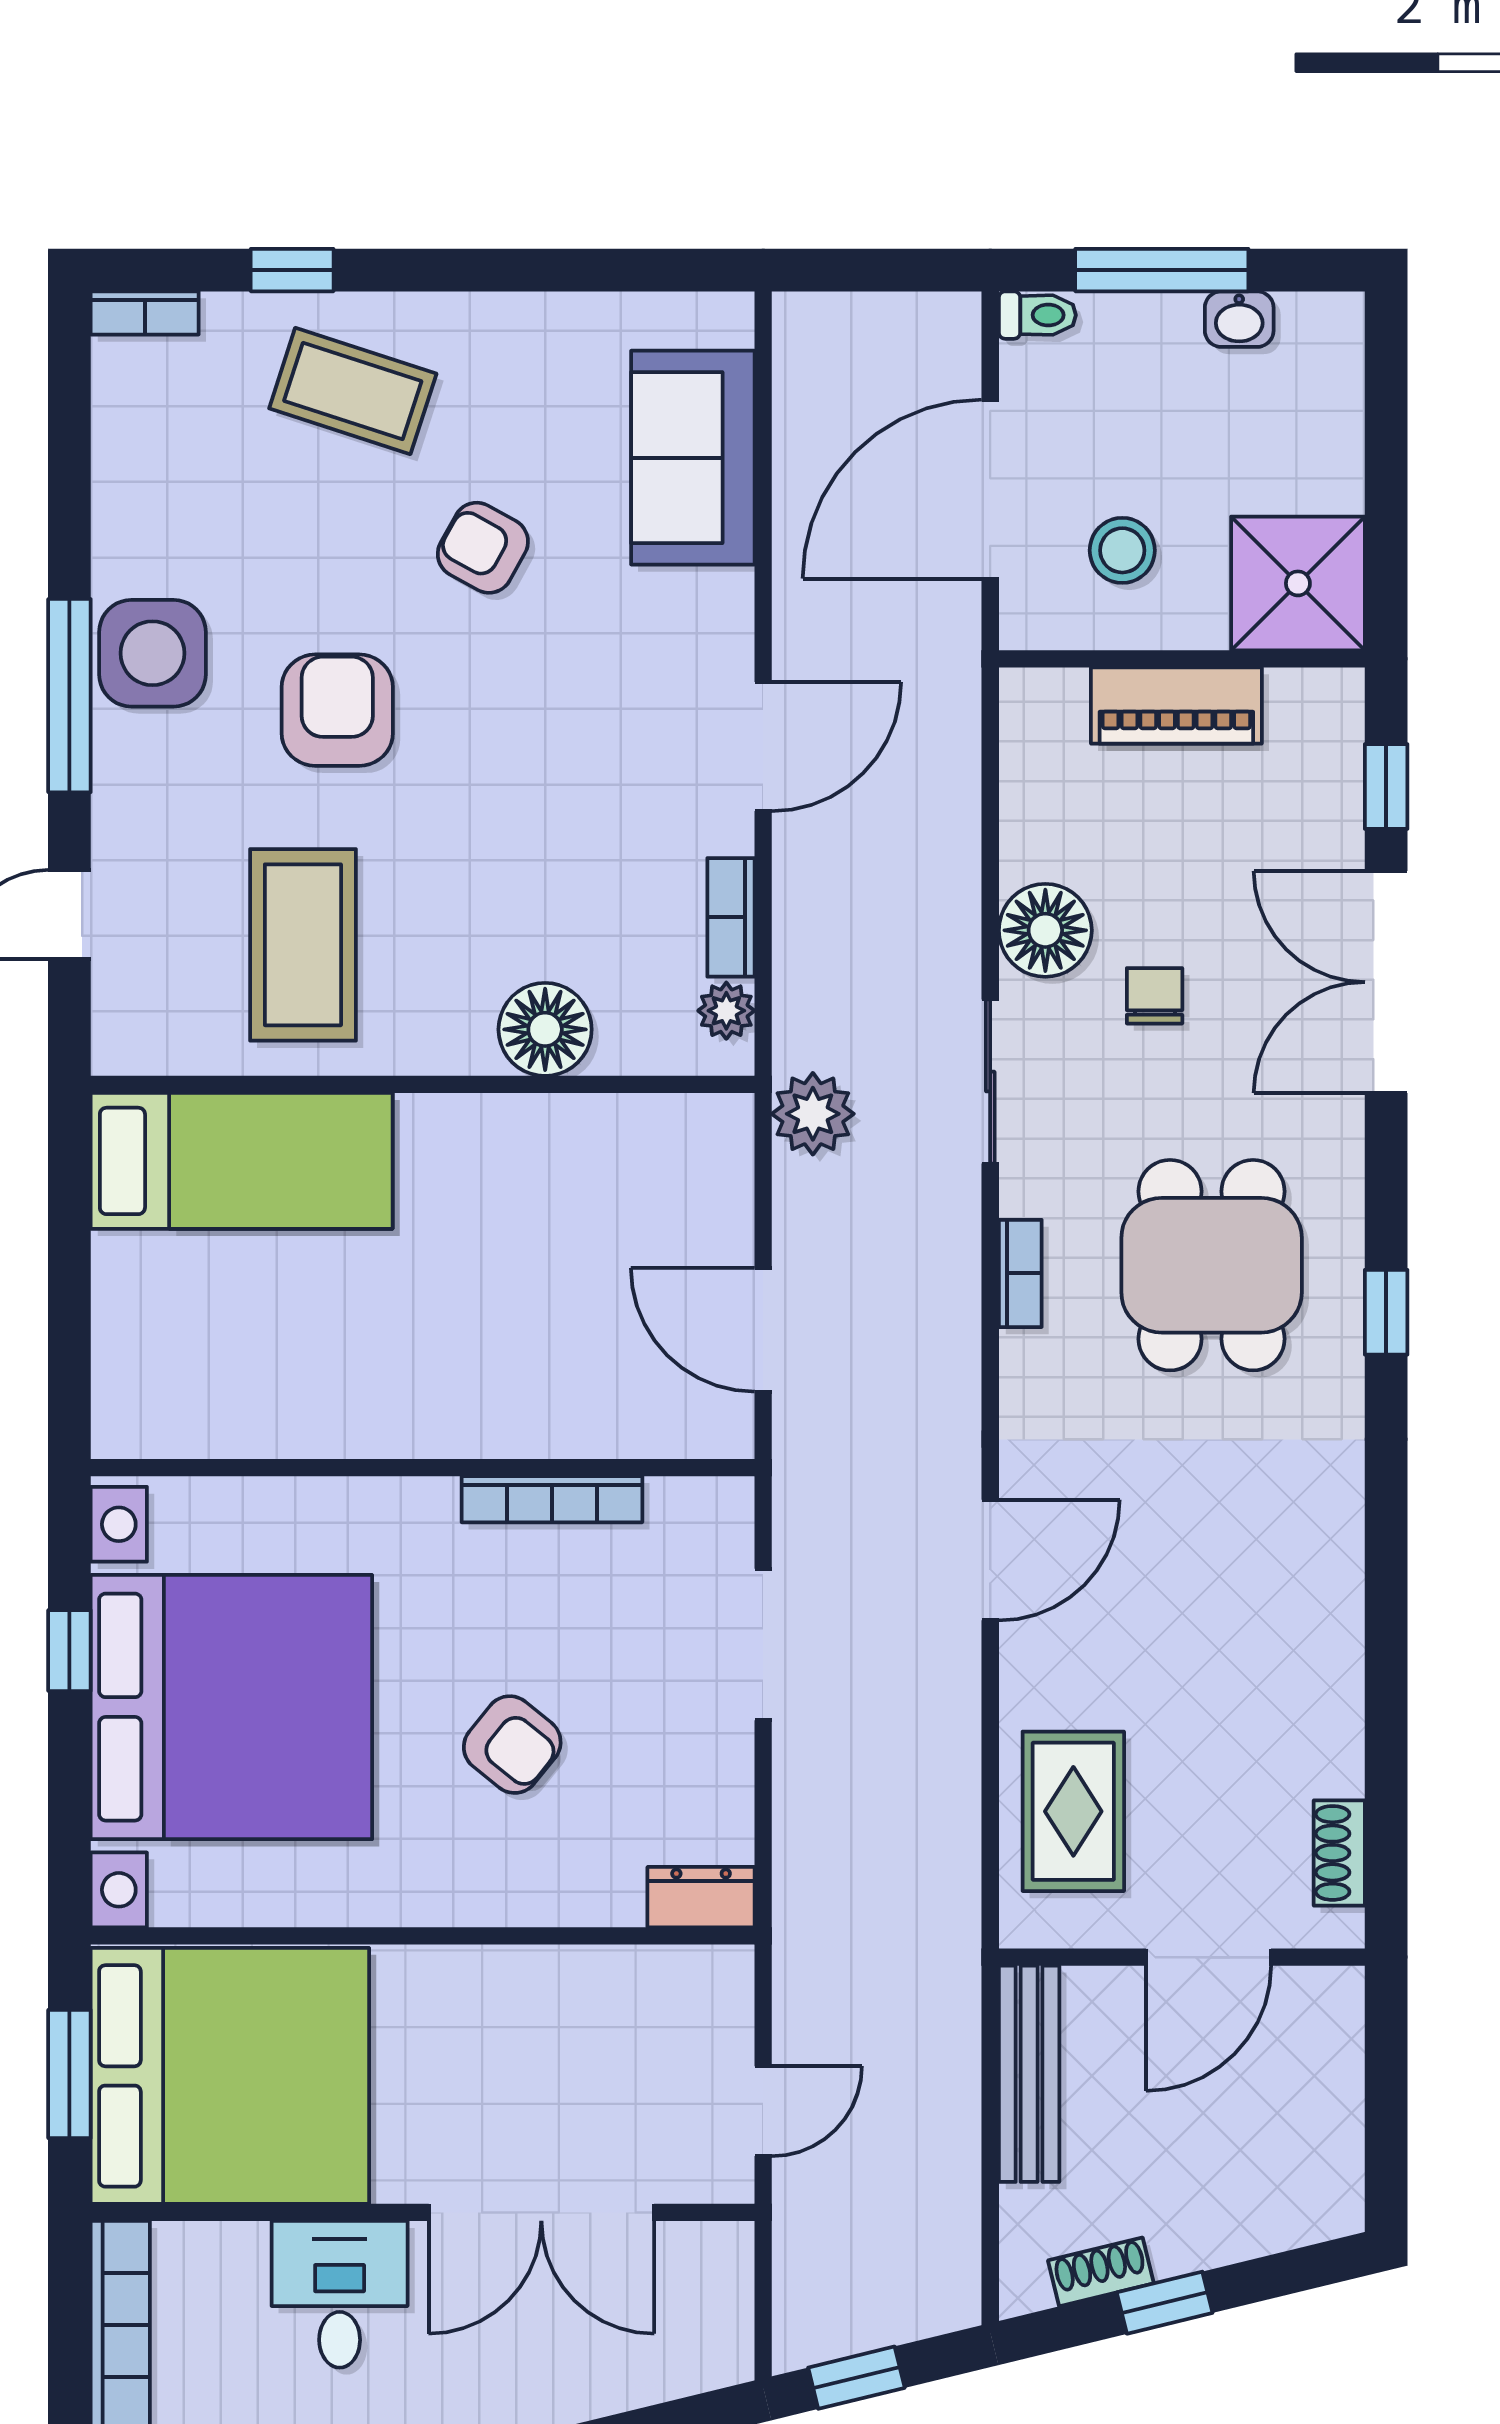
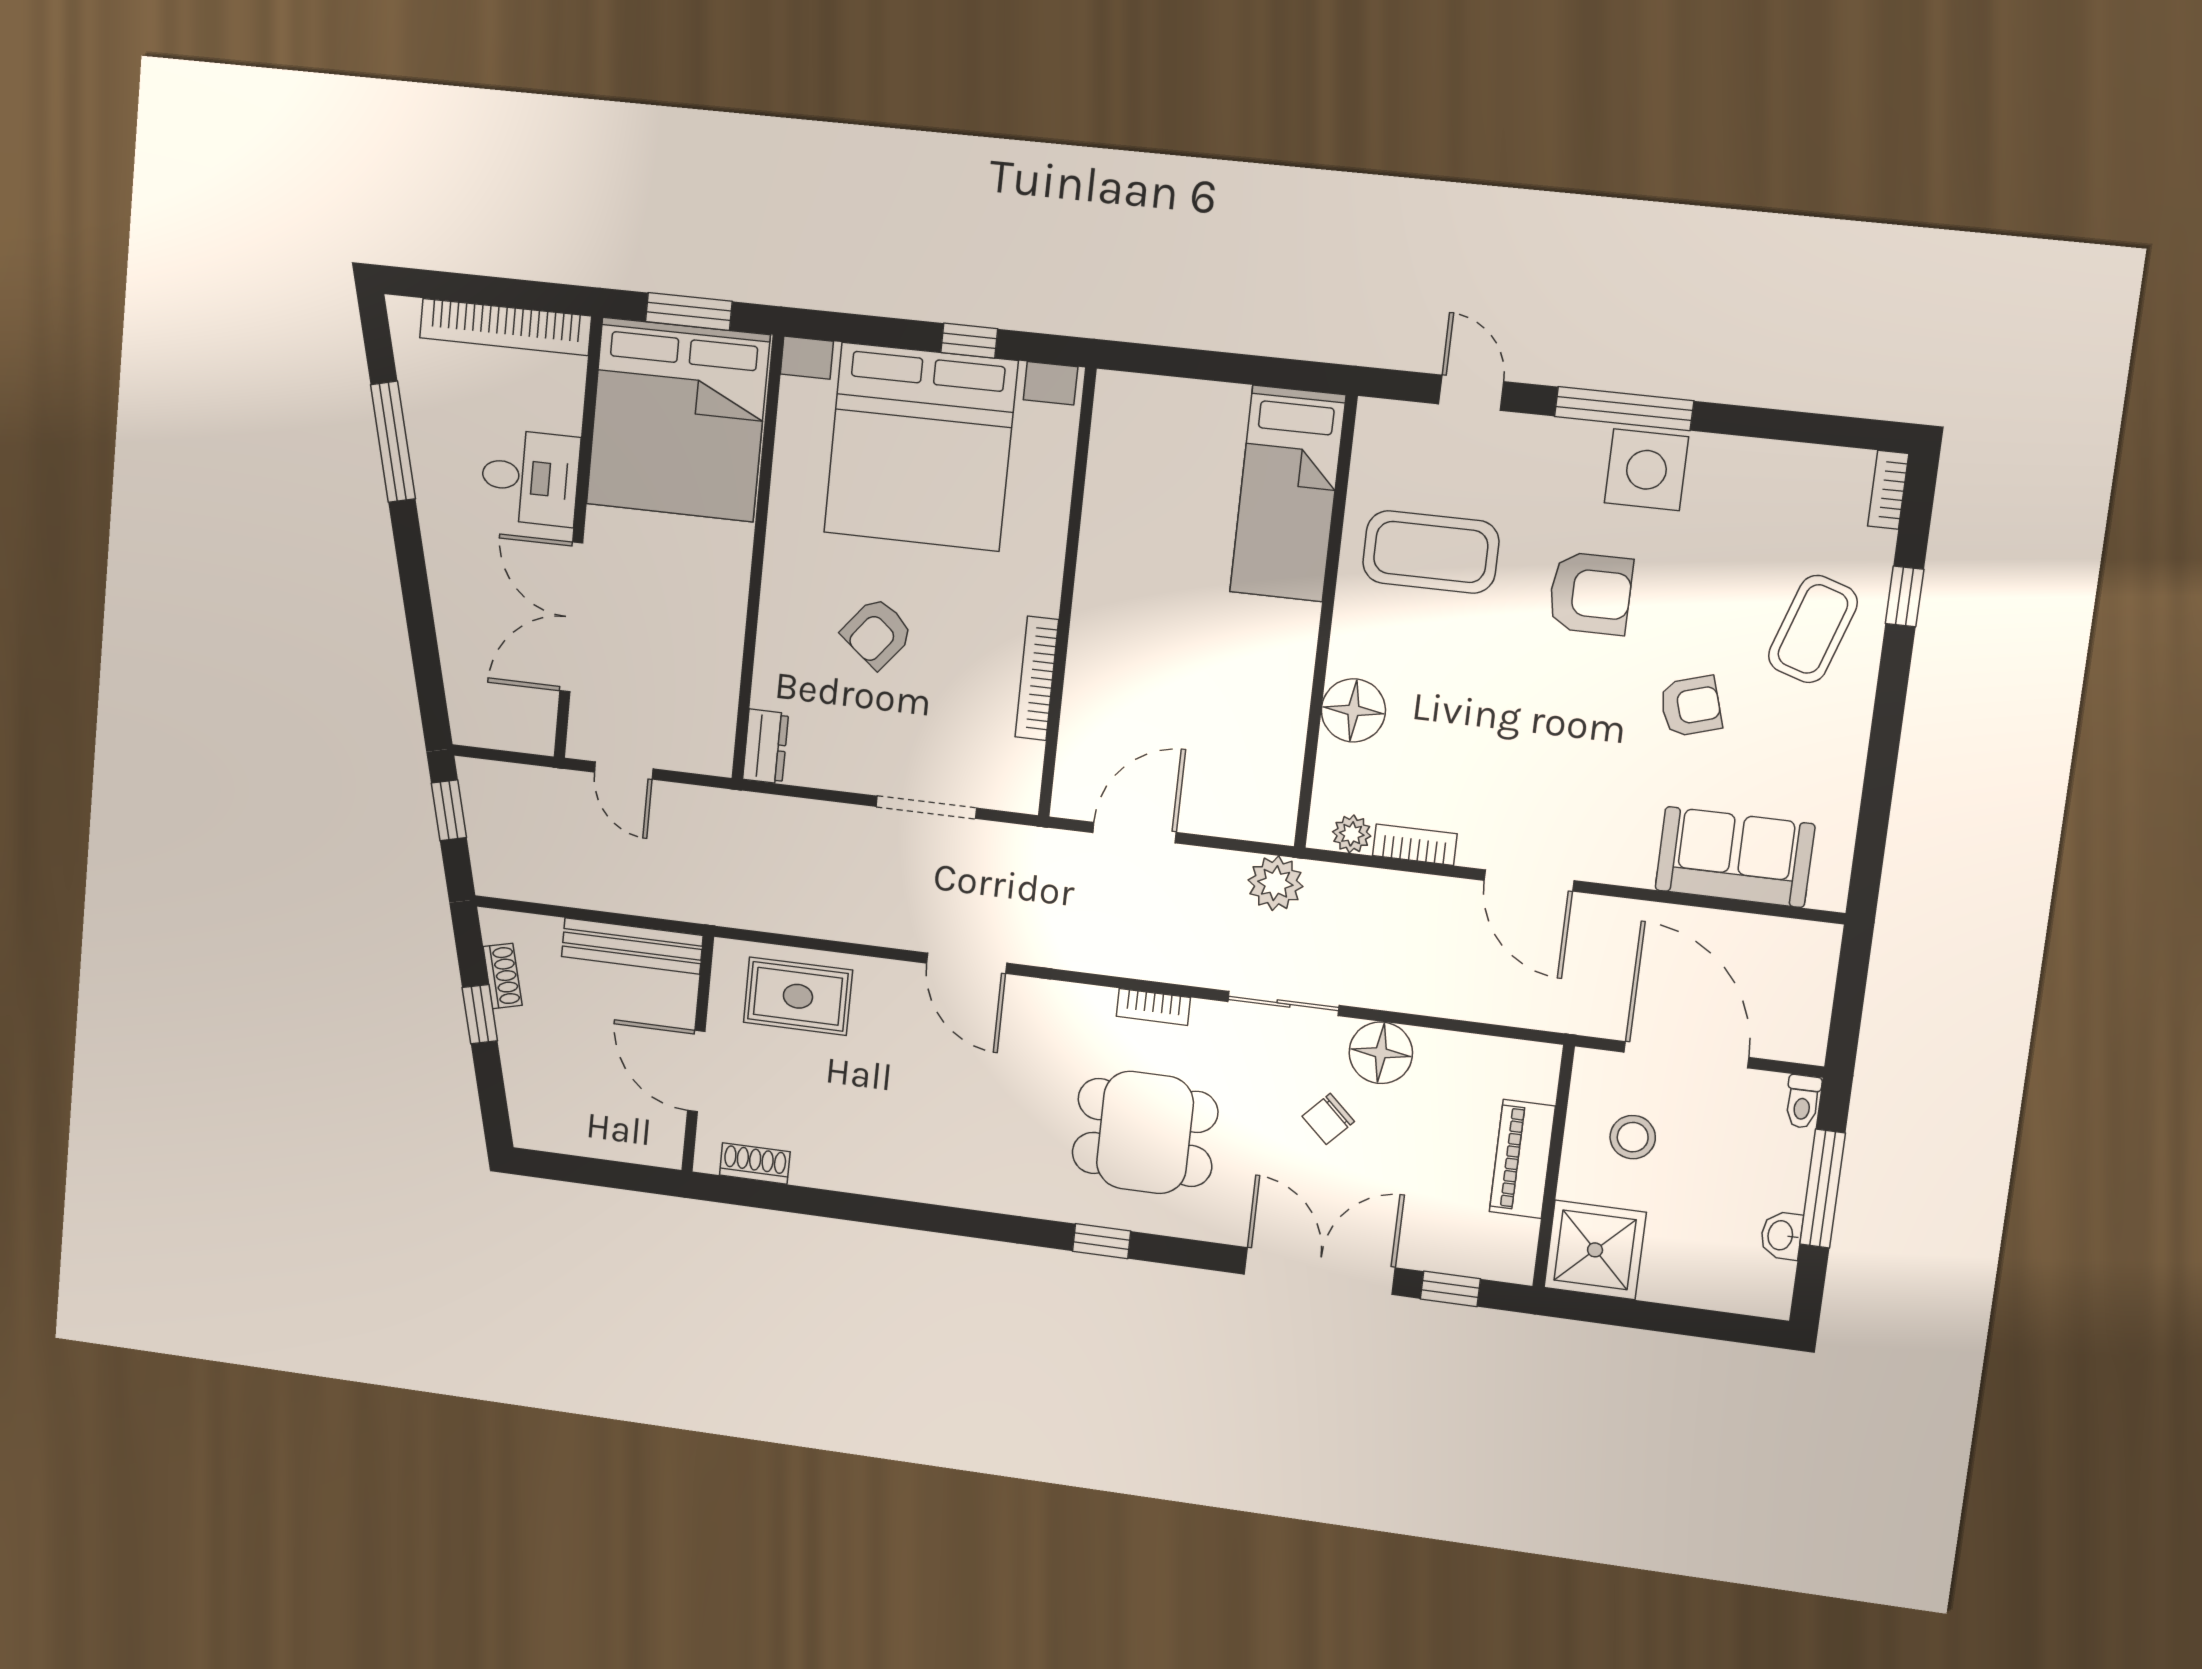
armchair: (483, 548) -> (1691, 706), turned 44
chair: (1155, 996) -> (1328, 1119), turned 133

